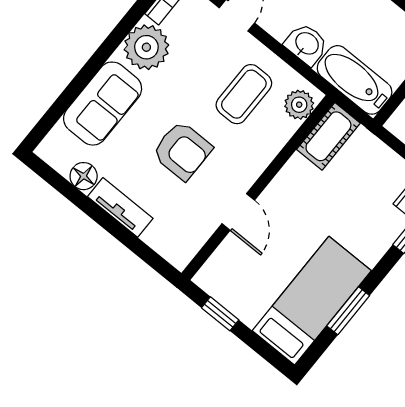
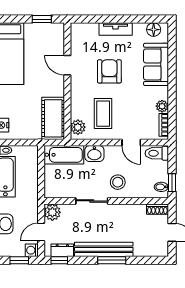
plant: (146, 47) -> (162, 106), width x0.53, depth x0.53
cot: (328, 136) -> (53, 118), width x1.37, depth x1.34
armchair: (182, 151) -> (109, 71), turned 90
floor lamp: (84, 176) -> (154, 30), moved

